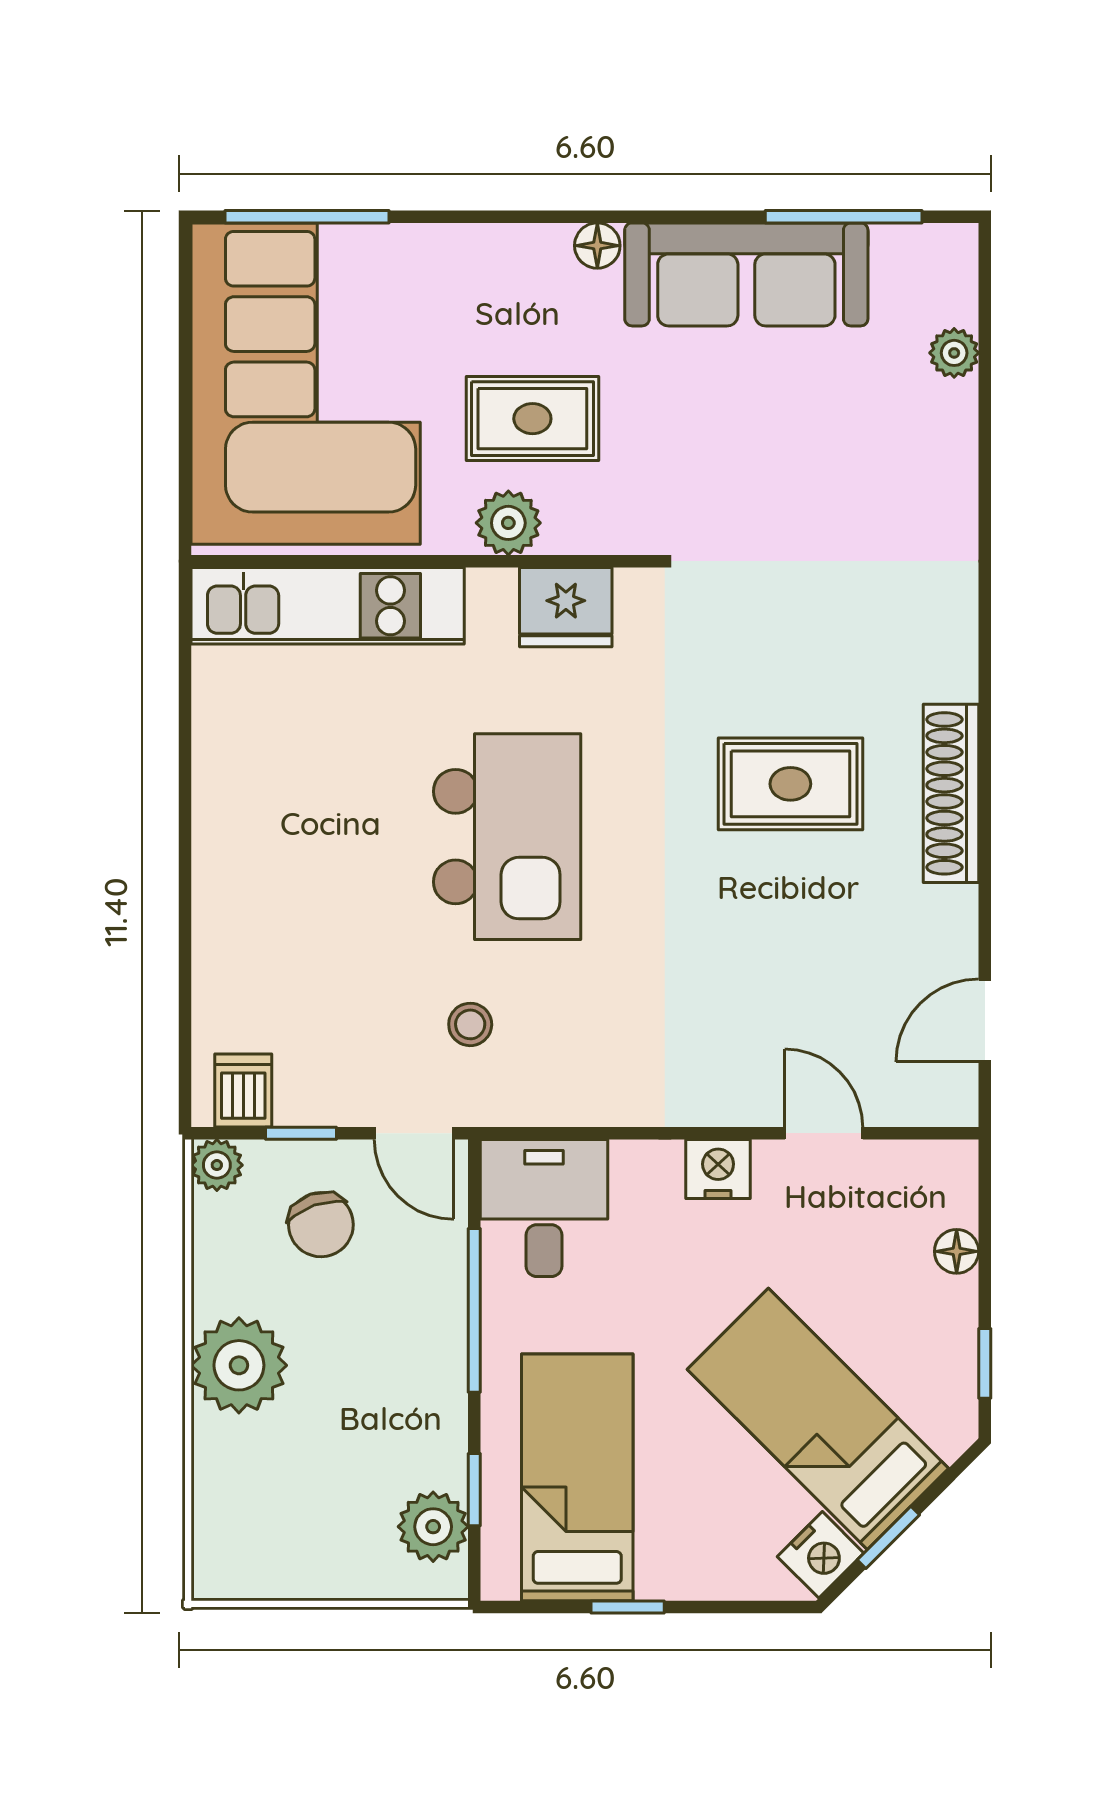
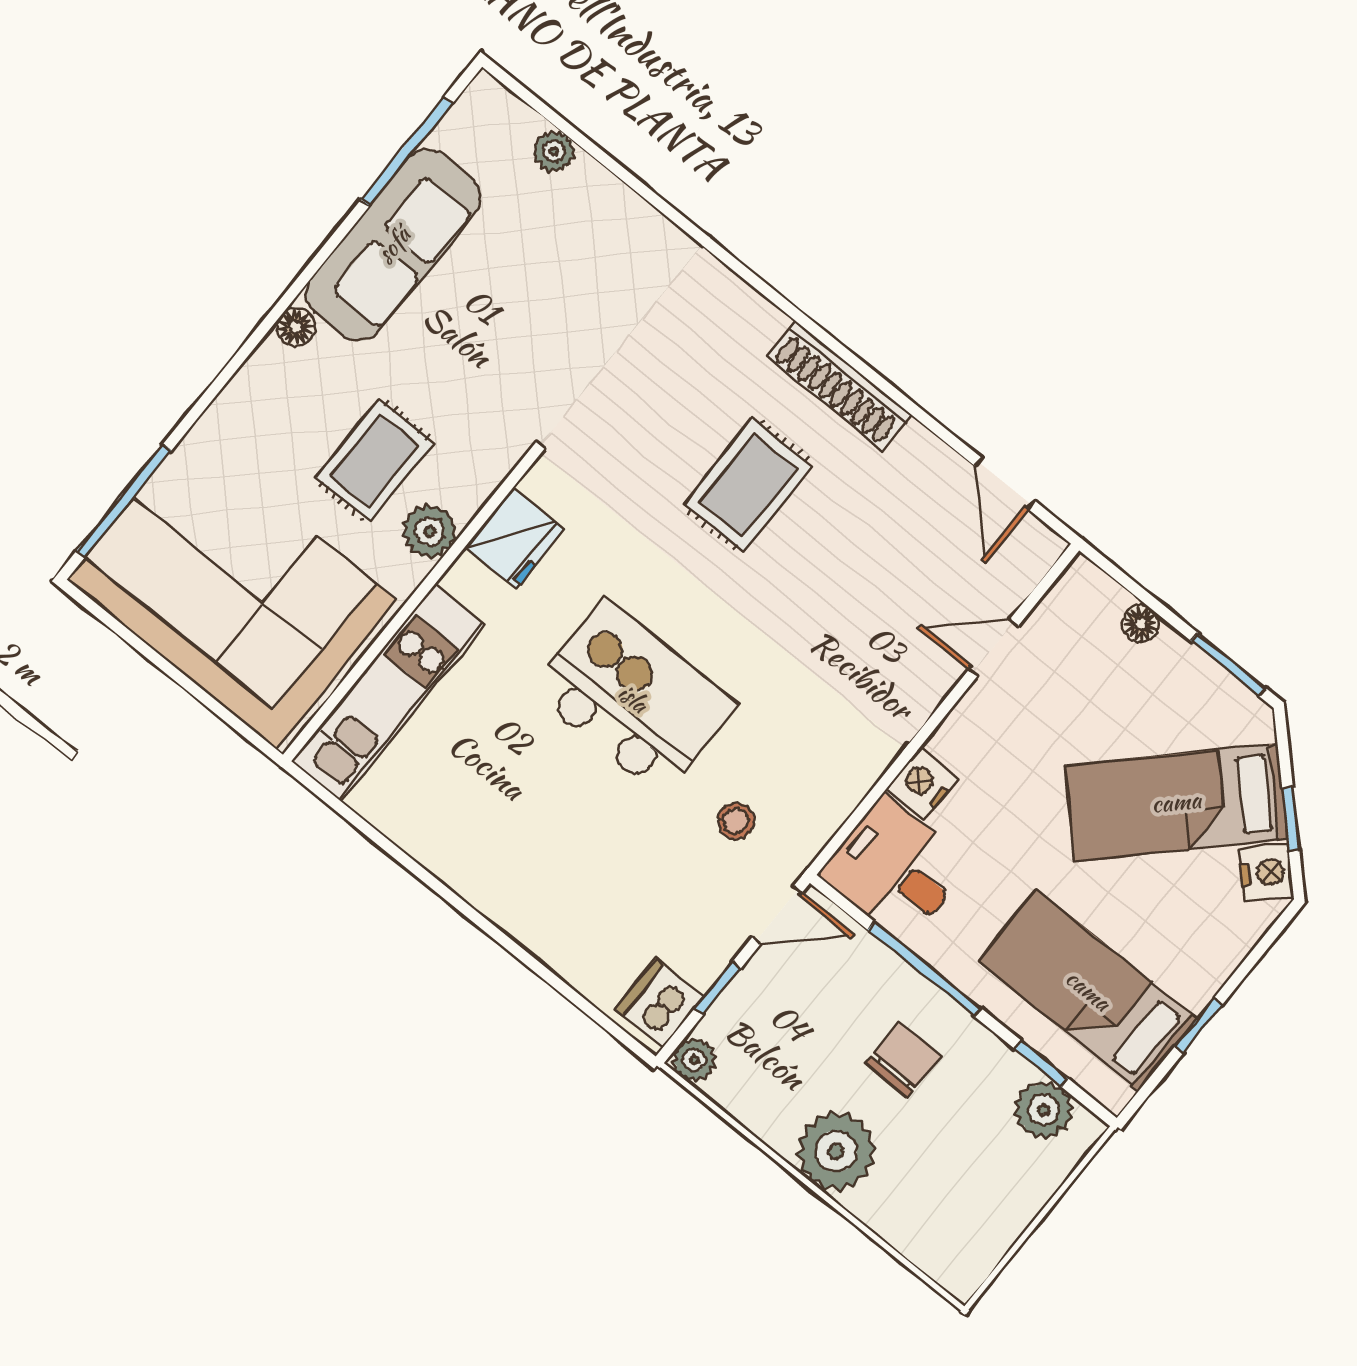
dishwasher: (243, 1090) -> (659, 1003), width x1.38
nightstand: (718, 1169) -> (922, 783), moved
chair: (321, 1225) -> (903, 1059), moved, turned -71
window: (985, 1363) -> (1228, 664), width x1.50

